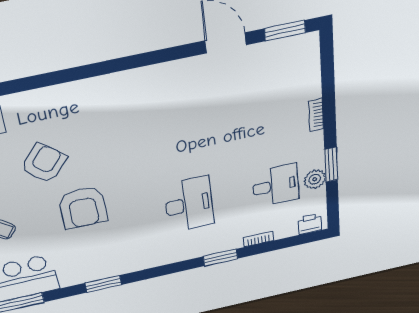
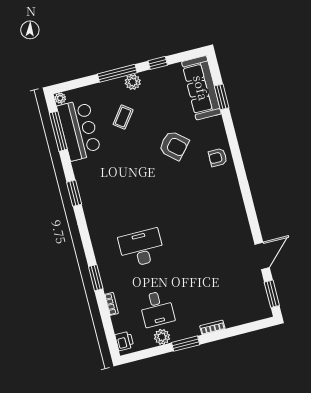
window: (331, 165) -> (186, 344), moved
desk: (189, 204) -> (141, 248), turned 180
armchair: (83, 207) -> (218, 157), moved, width x0.53, depth x0.53

